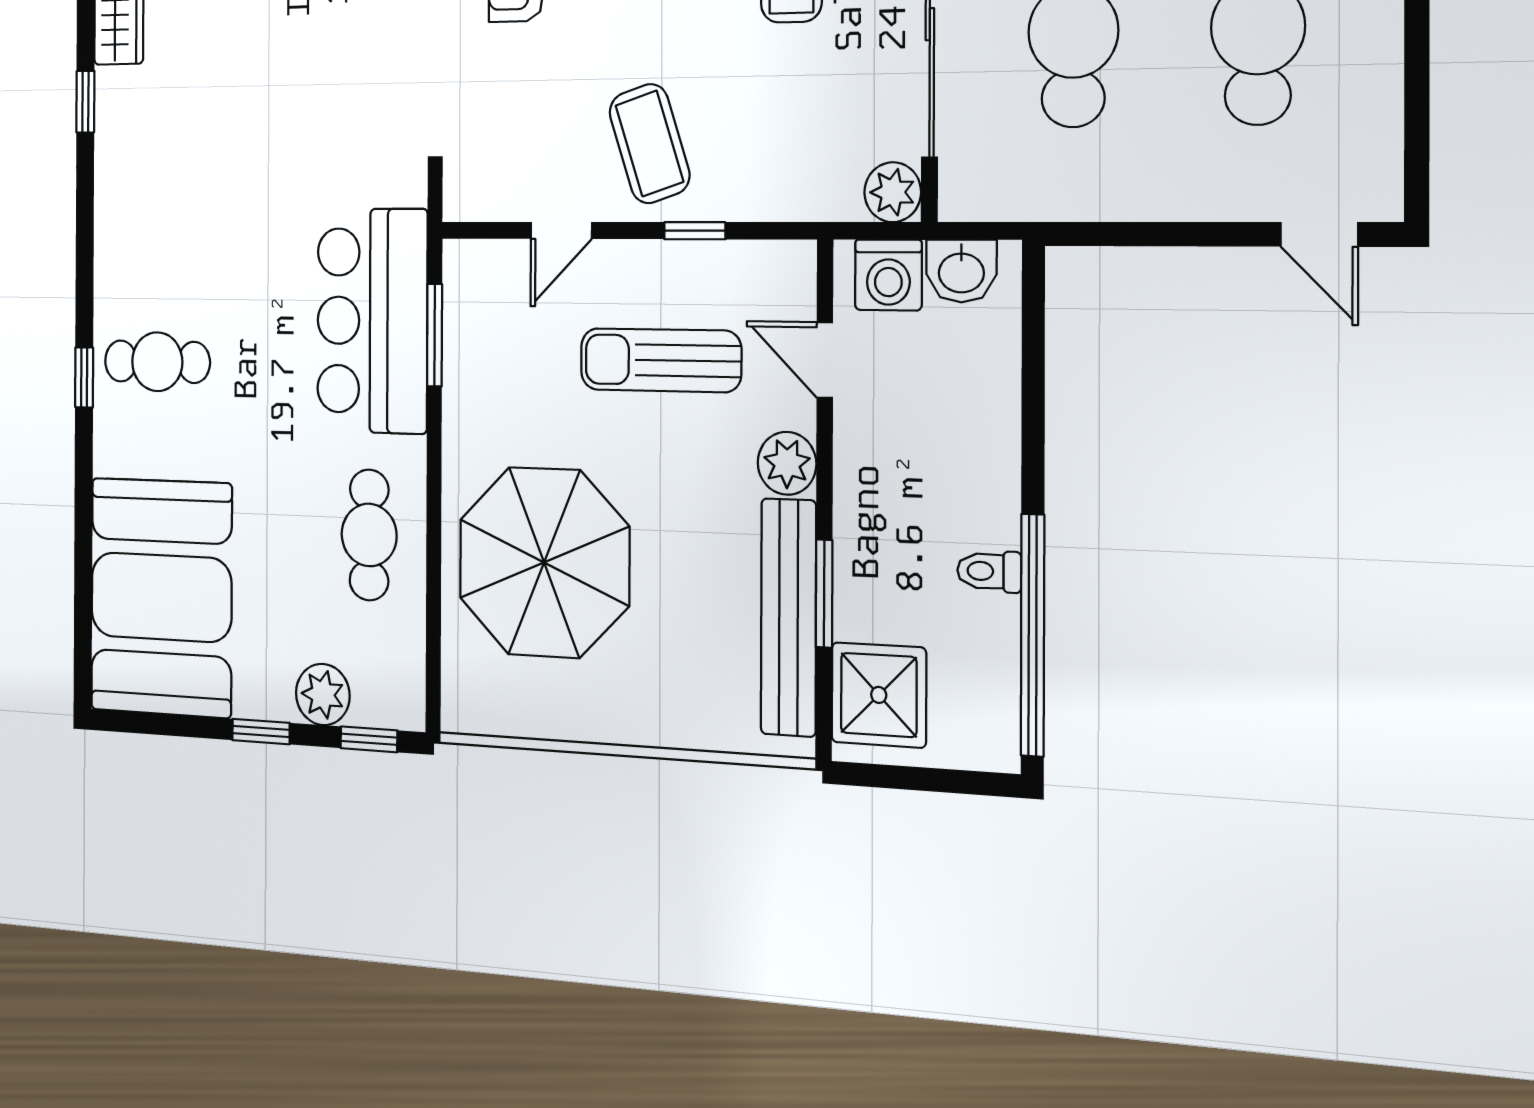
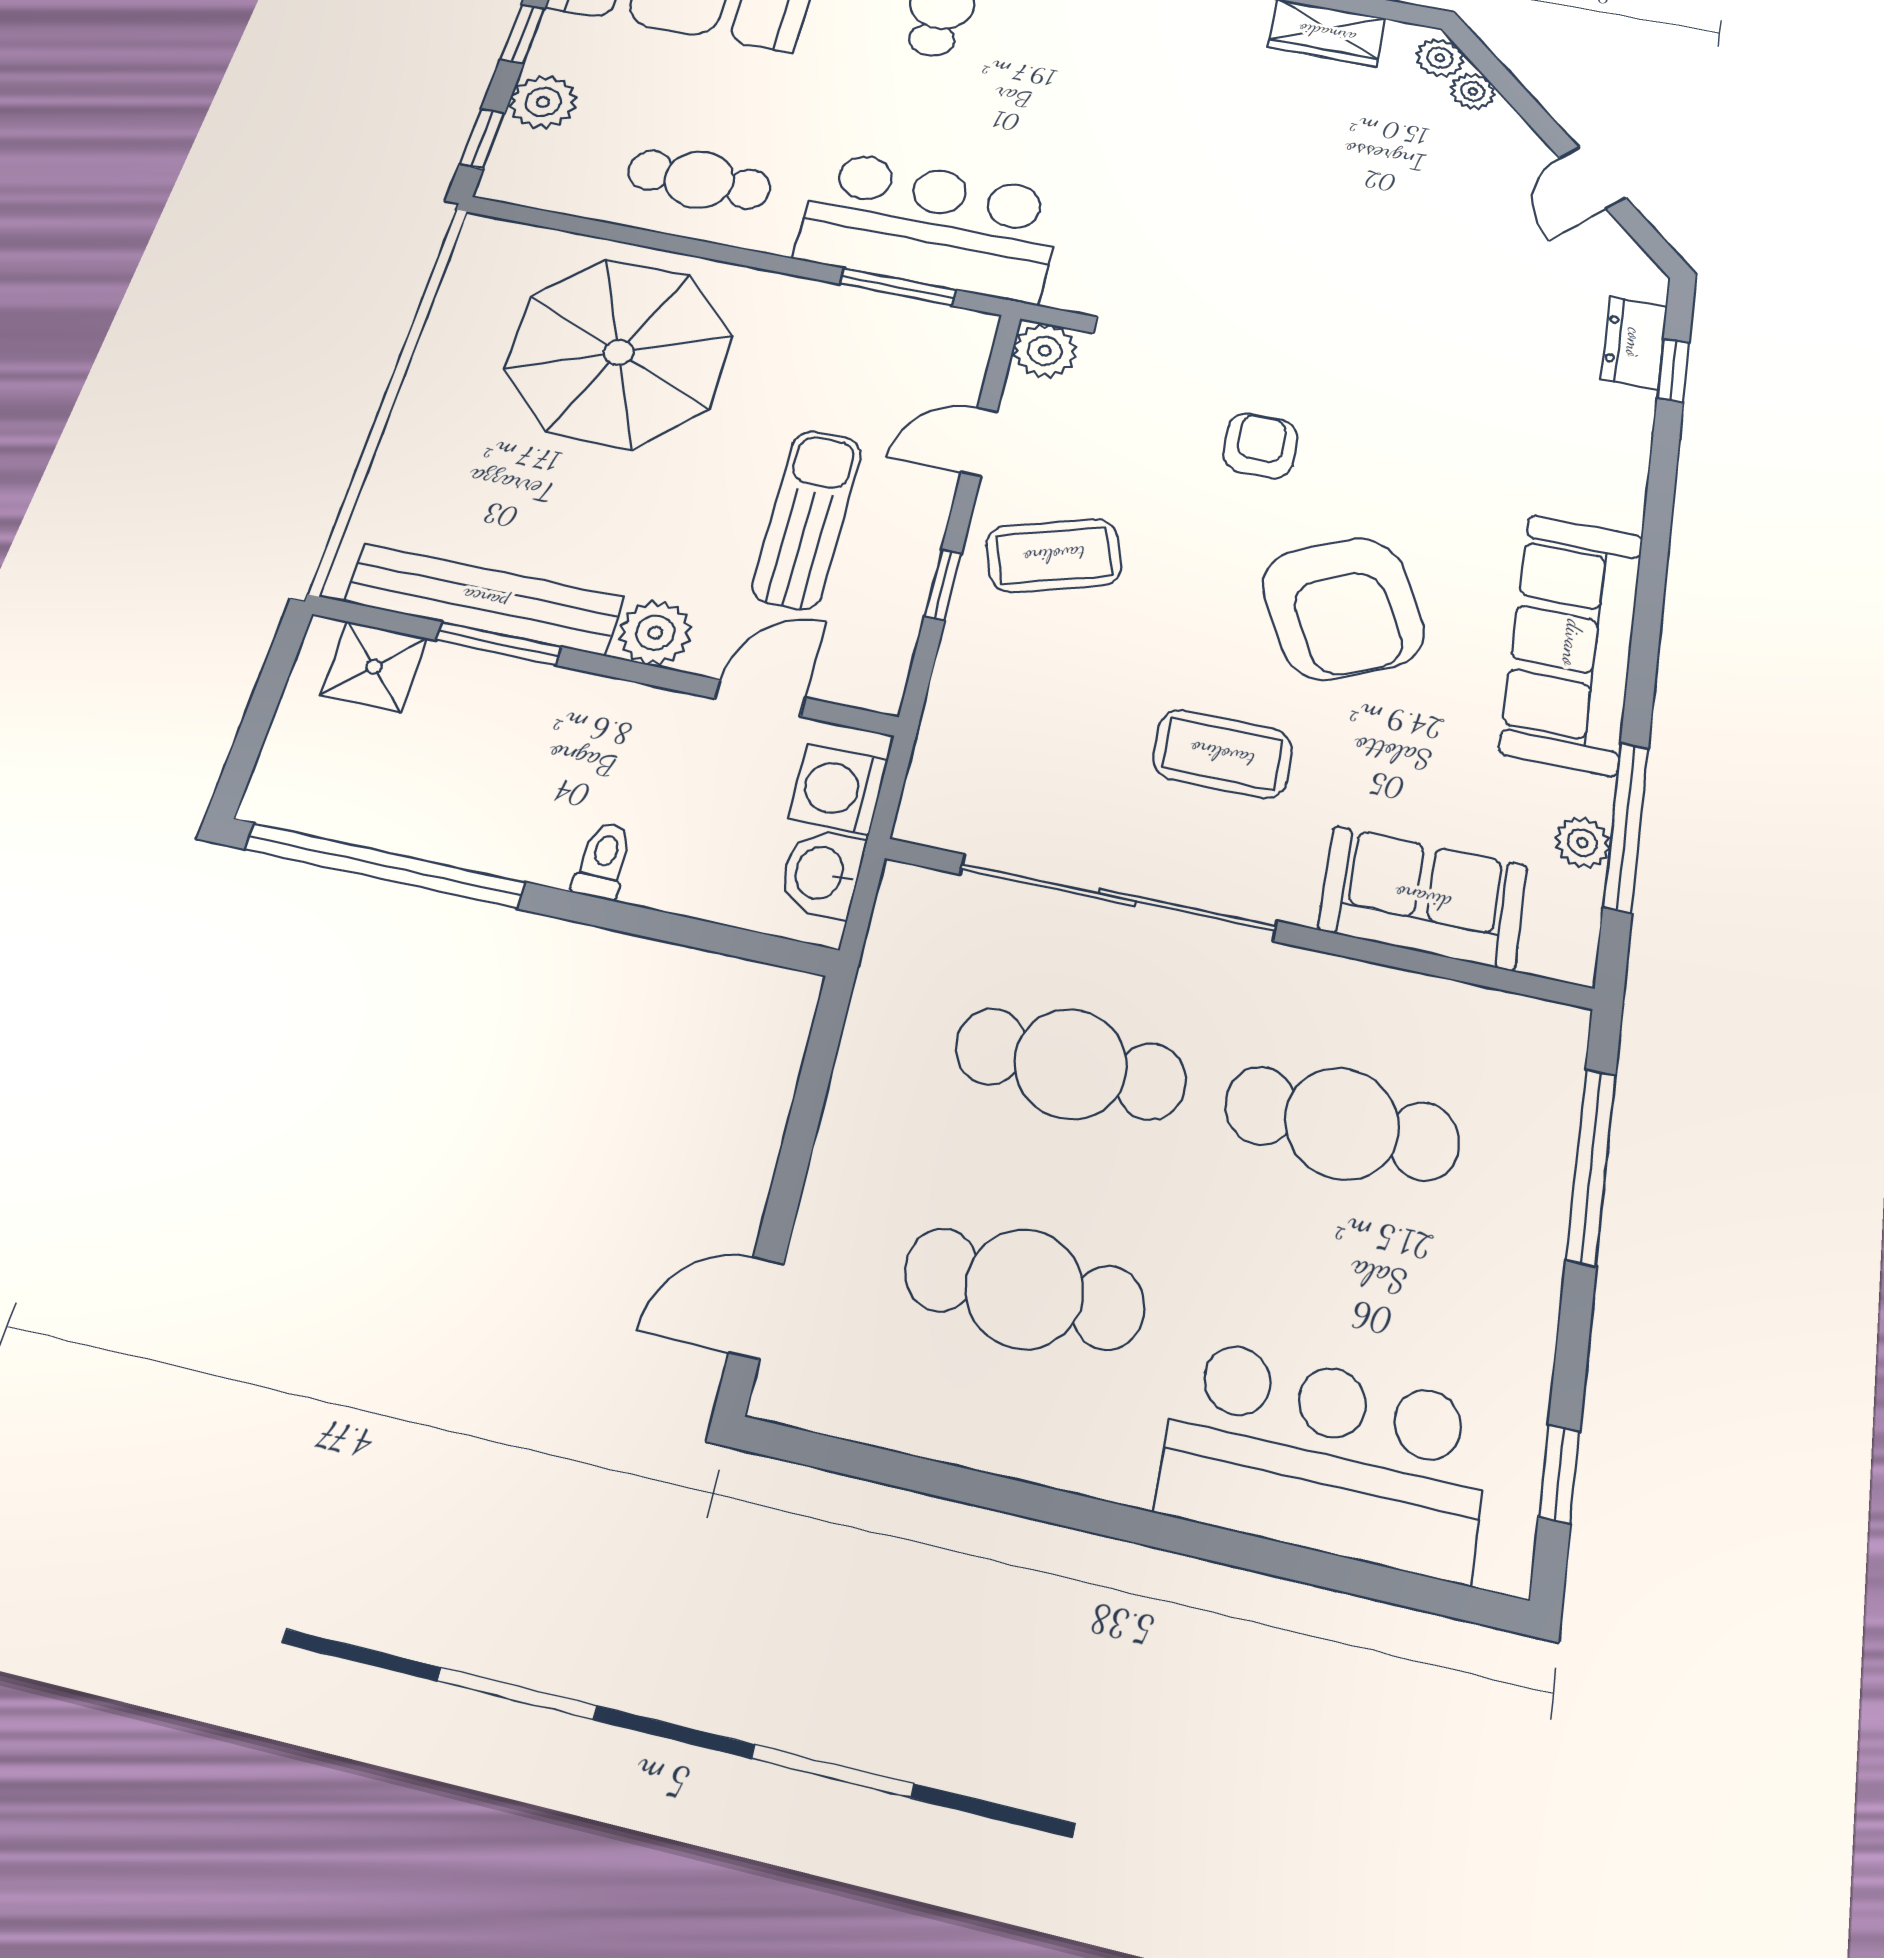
plant: (893, 192) -> (1045, 351), moved
door: (561, 231) -> (979, 442), hinge flipped
toilet: (989, 571) -> (603, 861), moved
shower: (879, 695) -> (374, 667), width x0.73, depth x0.73

